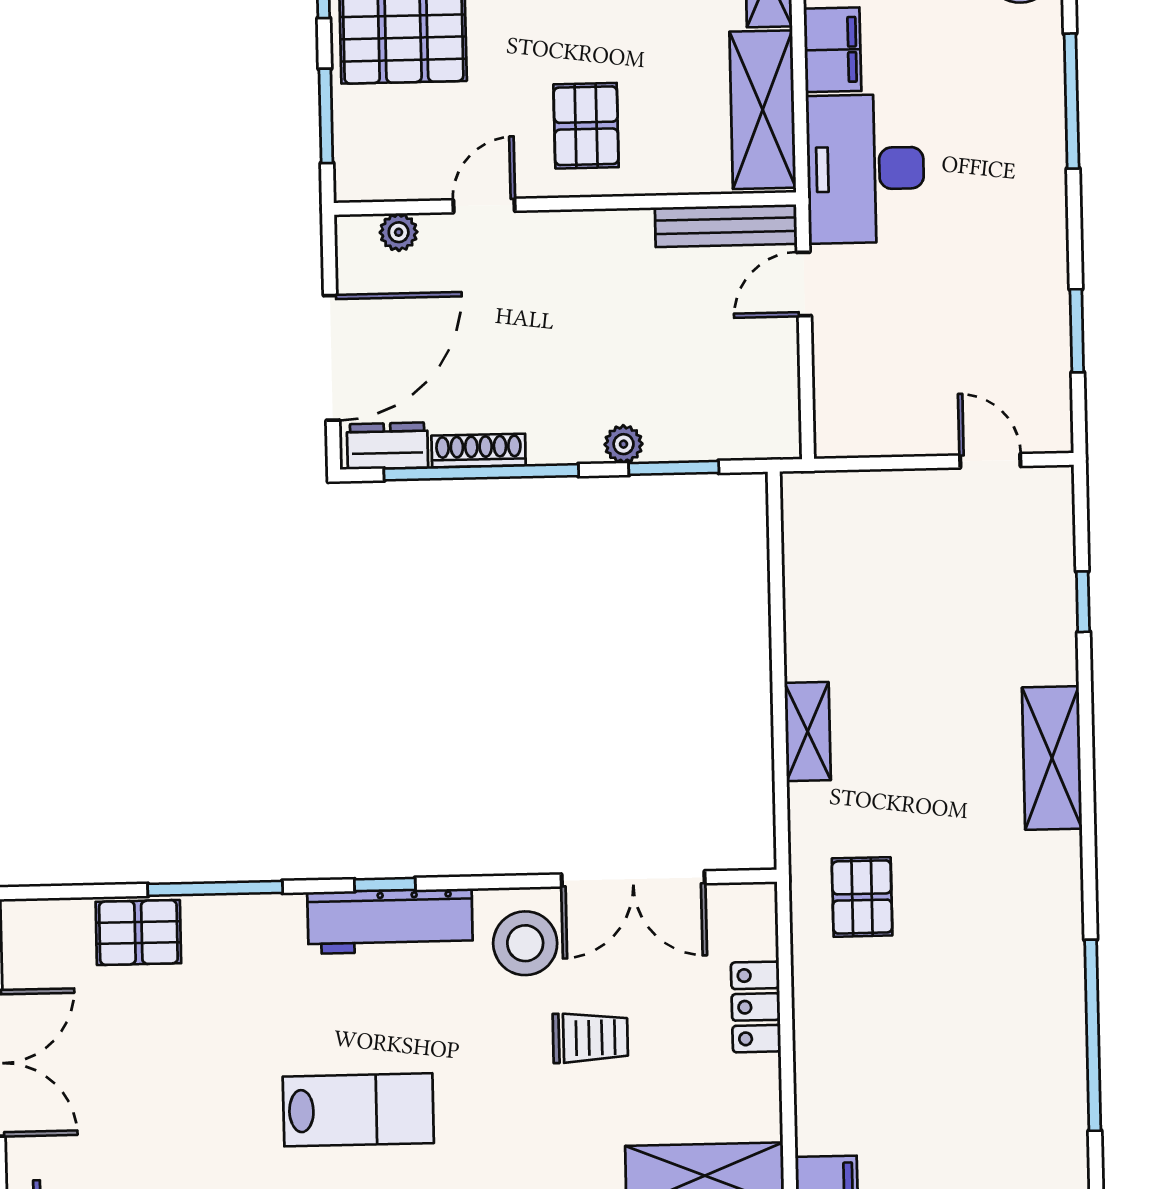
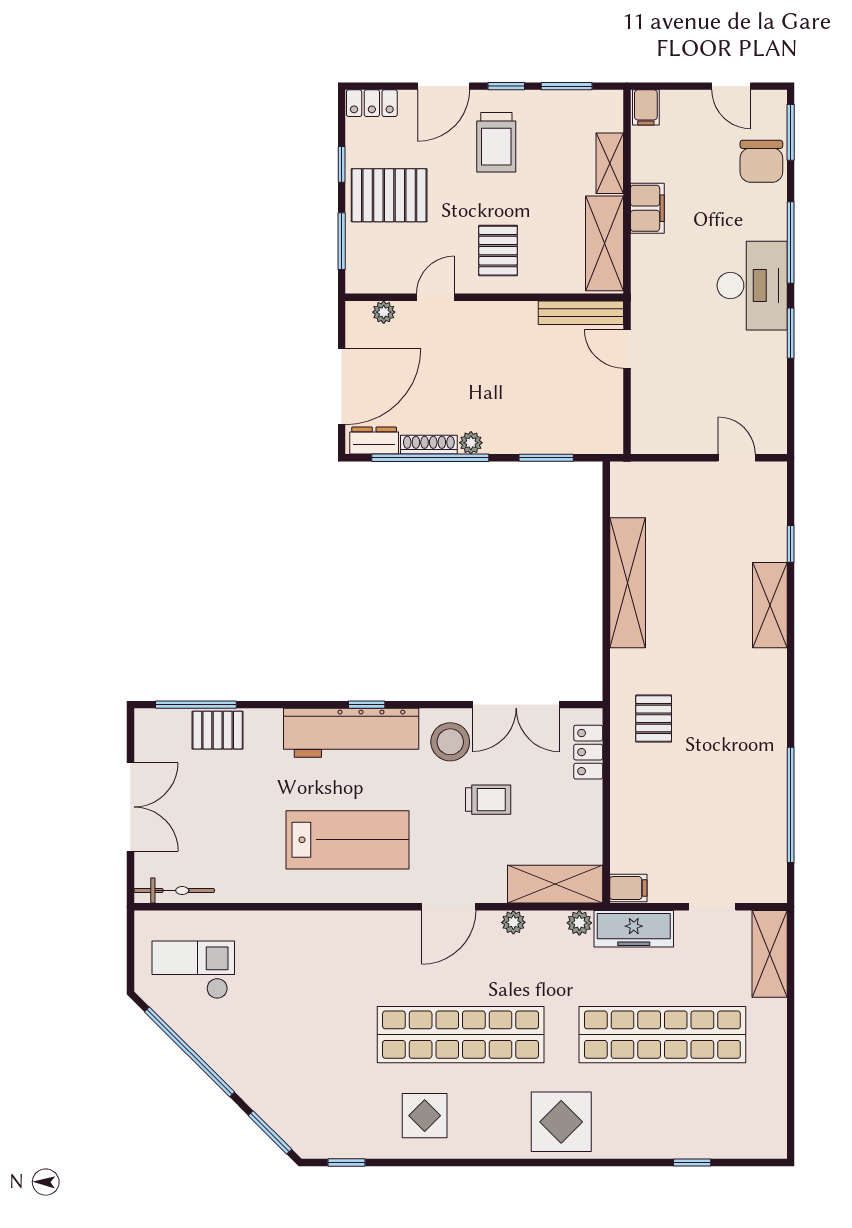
desk: (865, 169) -> (752, 286), moved, turned 180
door: (804, 284) -> (627, 349), hinge flipped
window: (1077, 331) -> (791, 333), moved
plant: (624, 444) -> (471, 443), moved
shelving: (808, 732) -> (628, 583), width x2.20, depth x1.33
shelving: (1052, 758) -> (770, 605), moved
window: (215, 888) -> (196, 705), moved
workbench: (390, 921) -> (351, 733), width x1.36, depth x1.32
locker: (756, 1007) -> (588, 752), moved
lab bench: (358, 1110) -> (348, 840), width x1.36, depth x1.39

